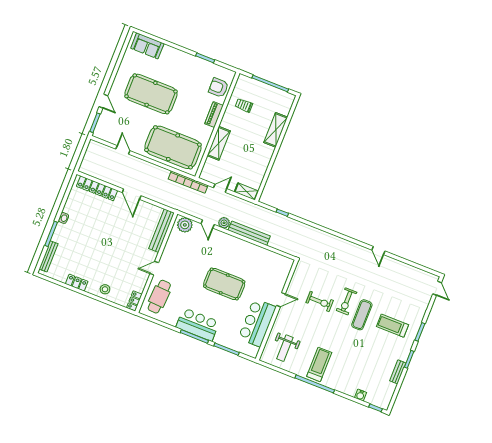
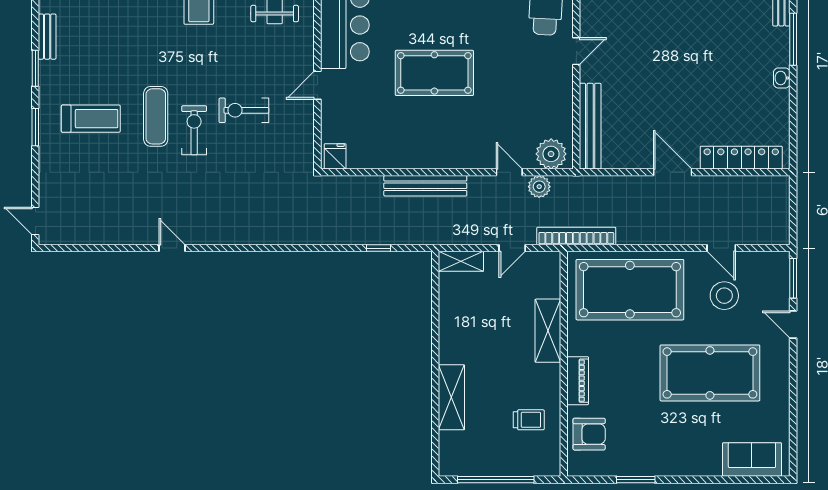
stool: (130, 127) -> (724, 296), added
plant: (224, 223) -> (539, 187), moved
fridge: (286, 263) -> (335, 156), added

